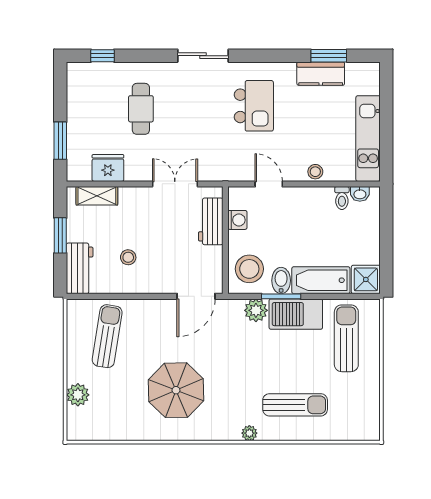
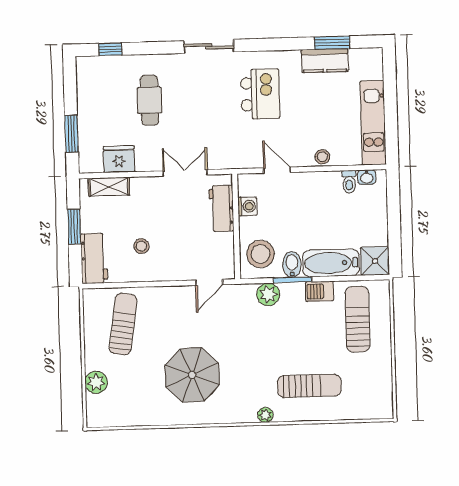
door: (196, 296) -> (209, 282), width x0.73
barbecue: (296, 314) -> (319, 291), width x0.53, depth x0.65

